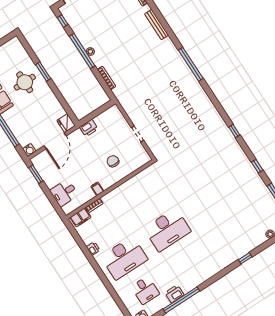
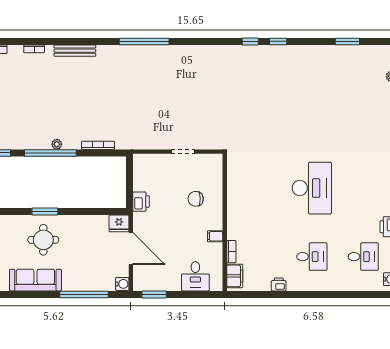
window: (257, 166) -> (278, 41), moved
desk: (124, 258) -> (312, 257), width x0.53, depth x0.77

